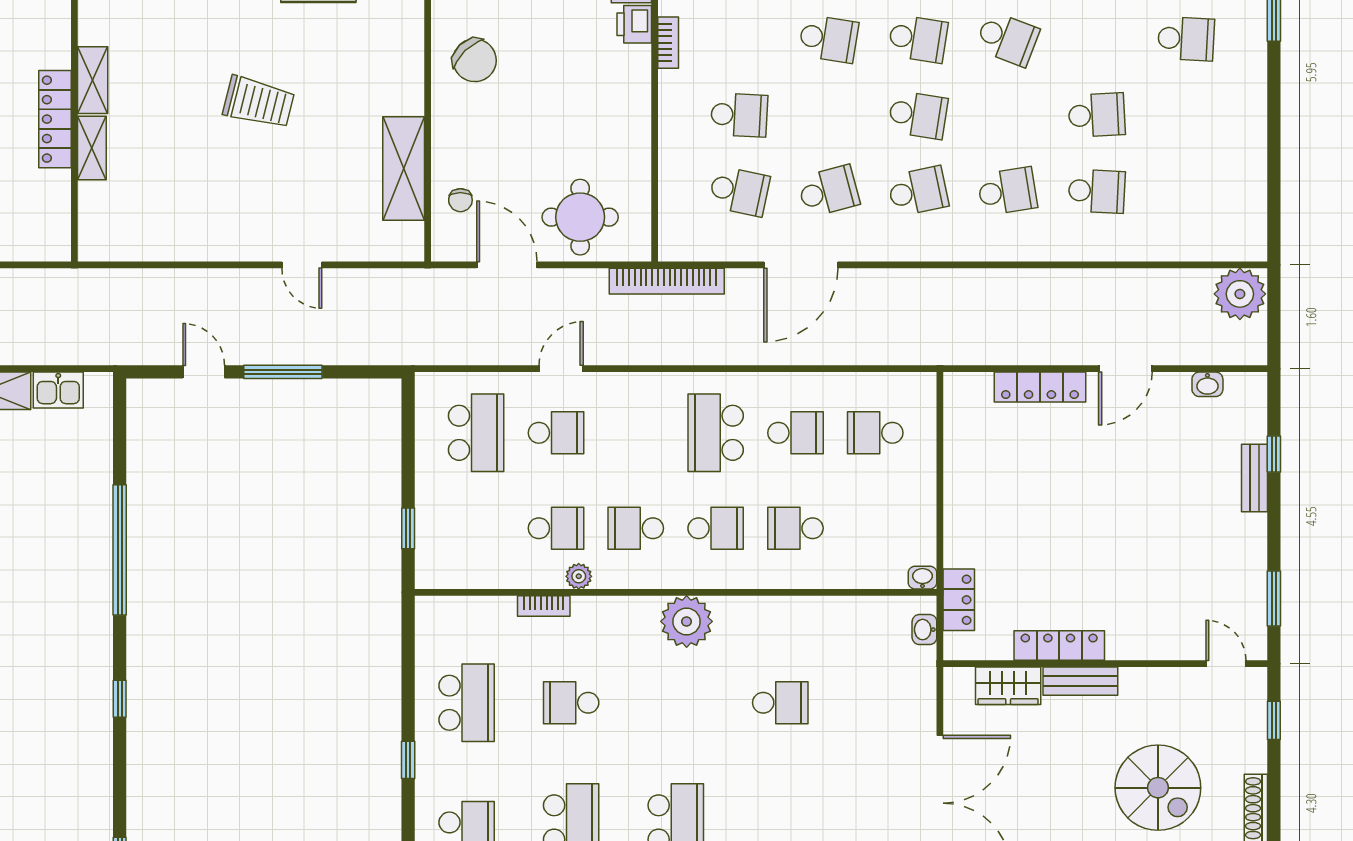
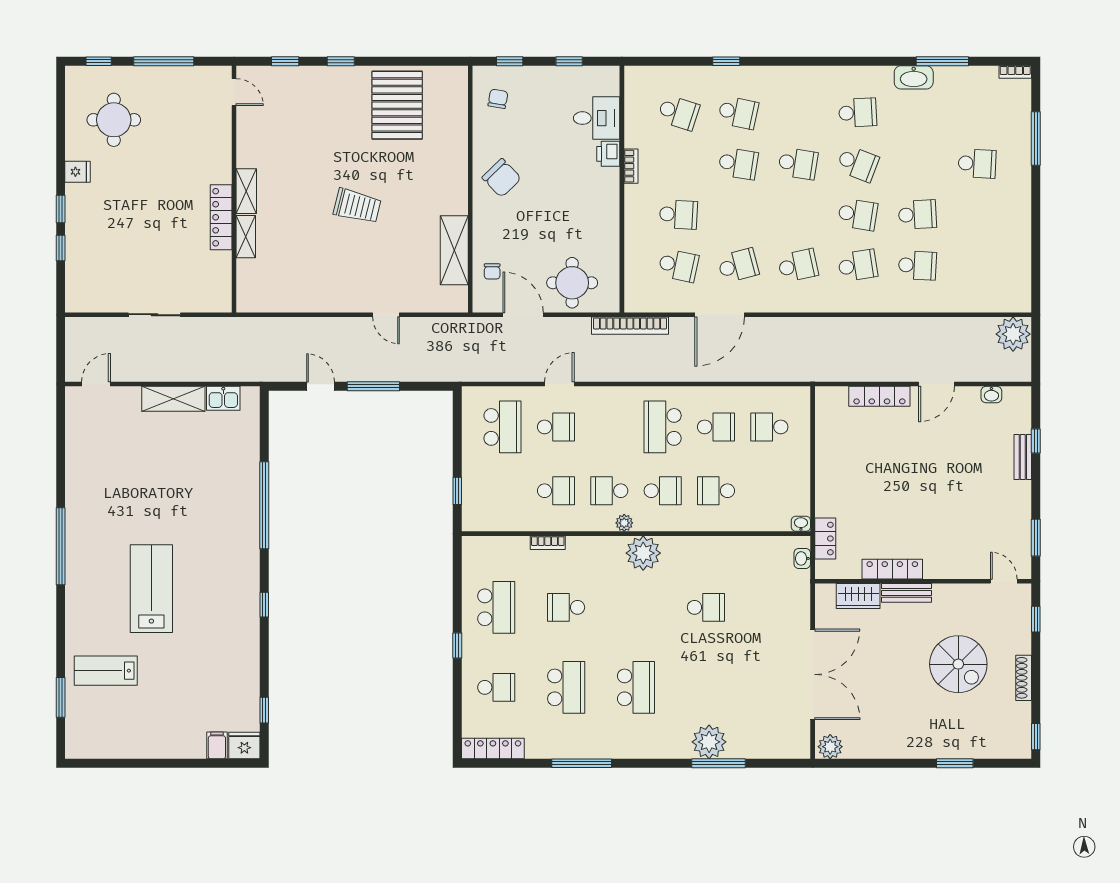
school desk: (918, 115) -> (858, 214), moved
plant: (579, 576) -> (624, 523), moved

